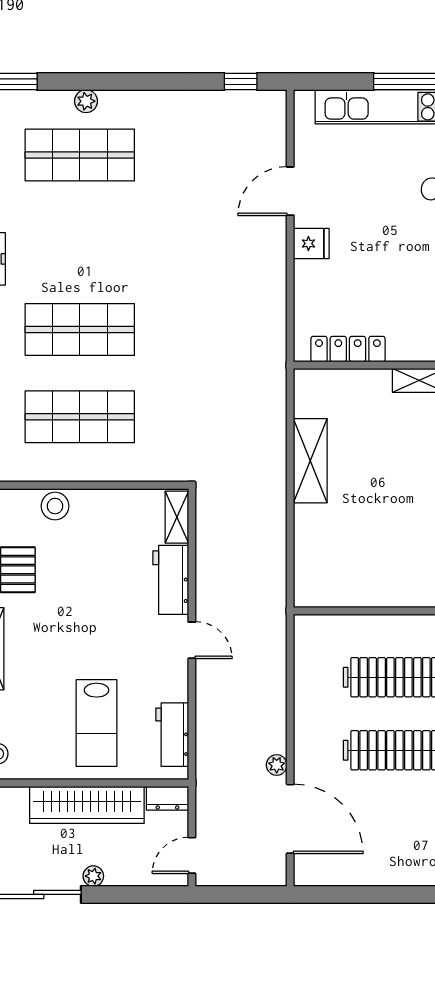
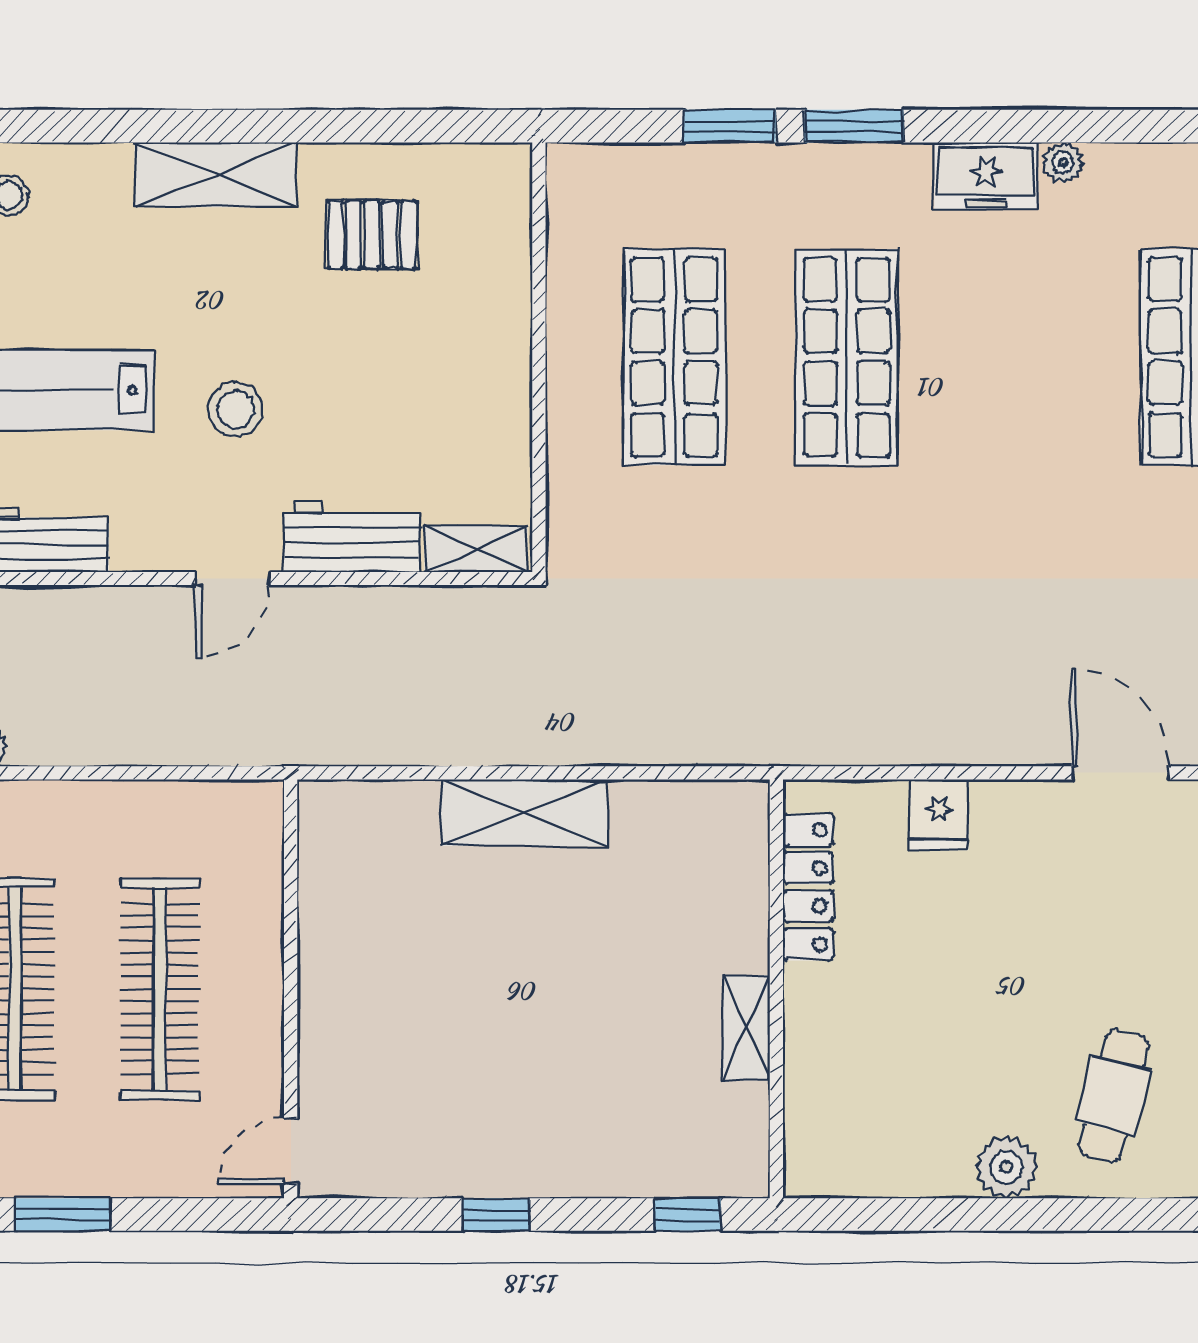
fridge: (311, 243) -> (939, 815), moved
shelving: (310, 461) -> (524, 813), moved
stool: (55, 506) -> (236, 409), moved

